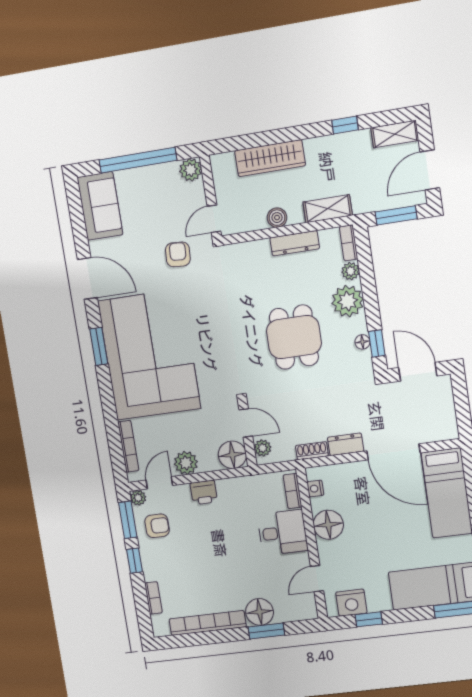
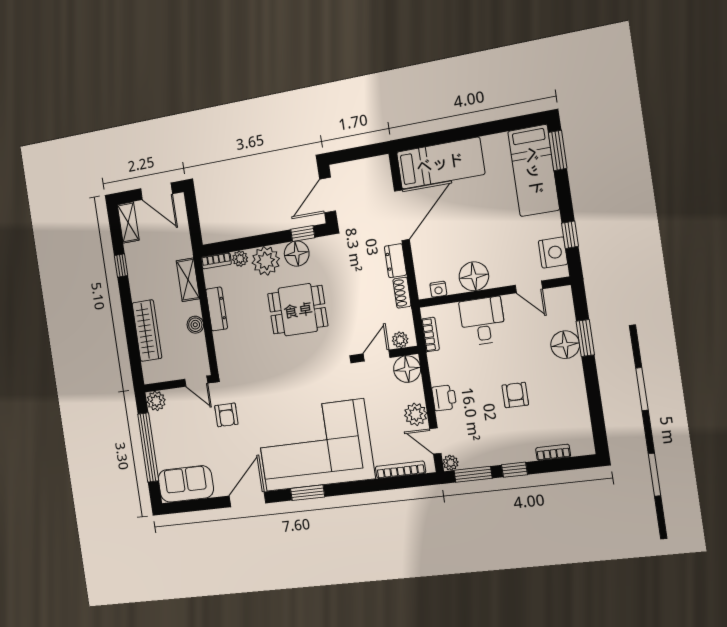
window: (396, 215) -> (193, 219), removed
armchair: (178, 254) -> (226, 415), turned -94
floor lamp: (362, 342) -> (297, 254), width x1.89, depth x1.89
bookcase: (292, 491) -> (430, 334), moved, turned -90
armchair: (157, 526) -> (515, 395), moved
bookcase: (208, 623) -> (578, 398), removed

